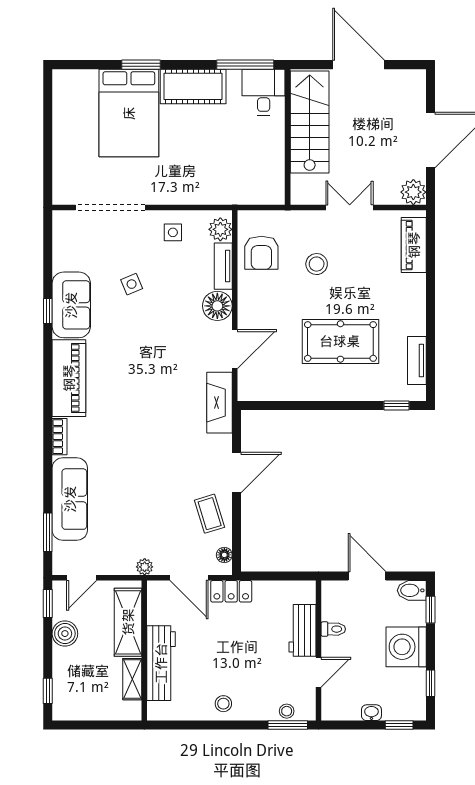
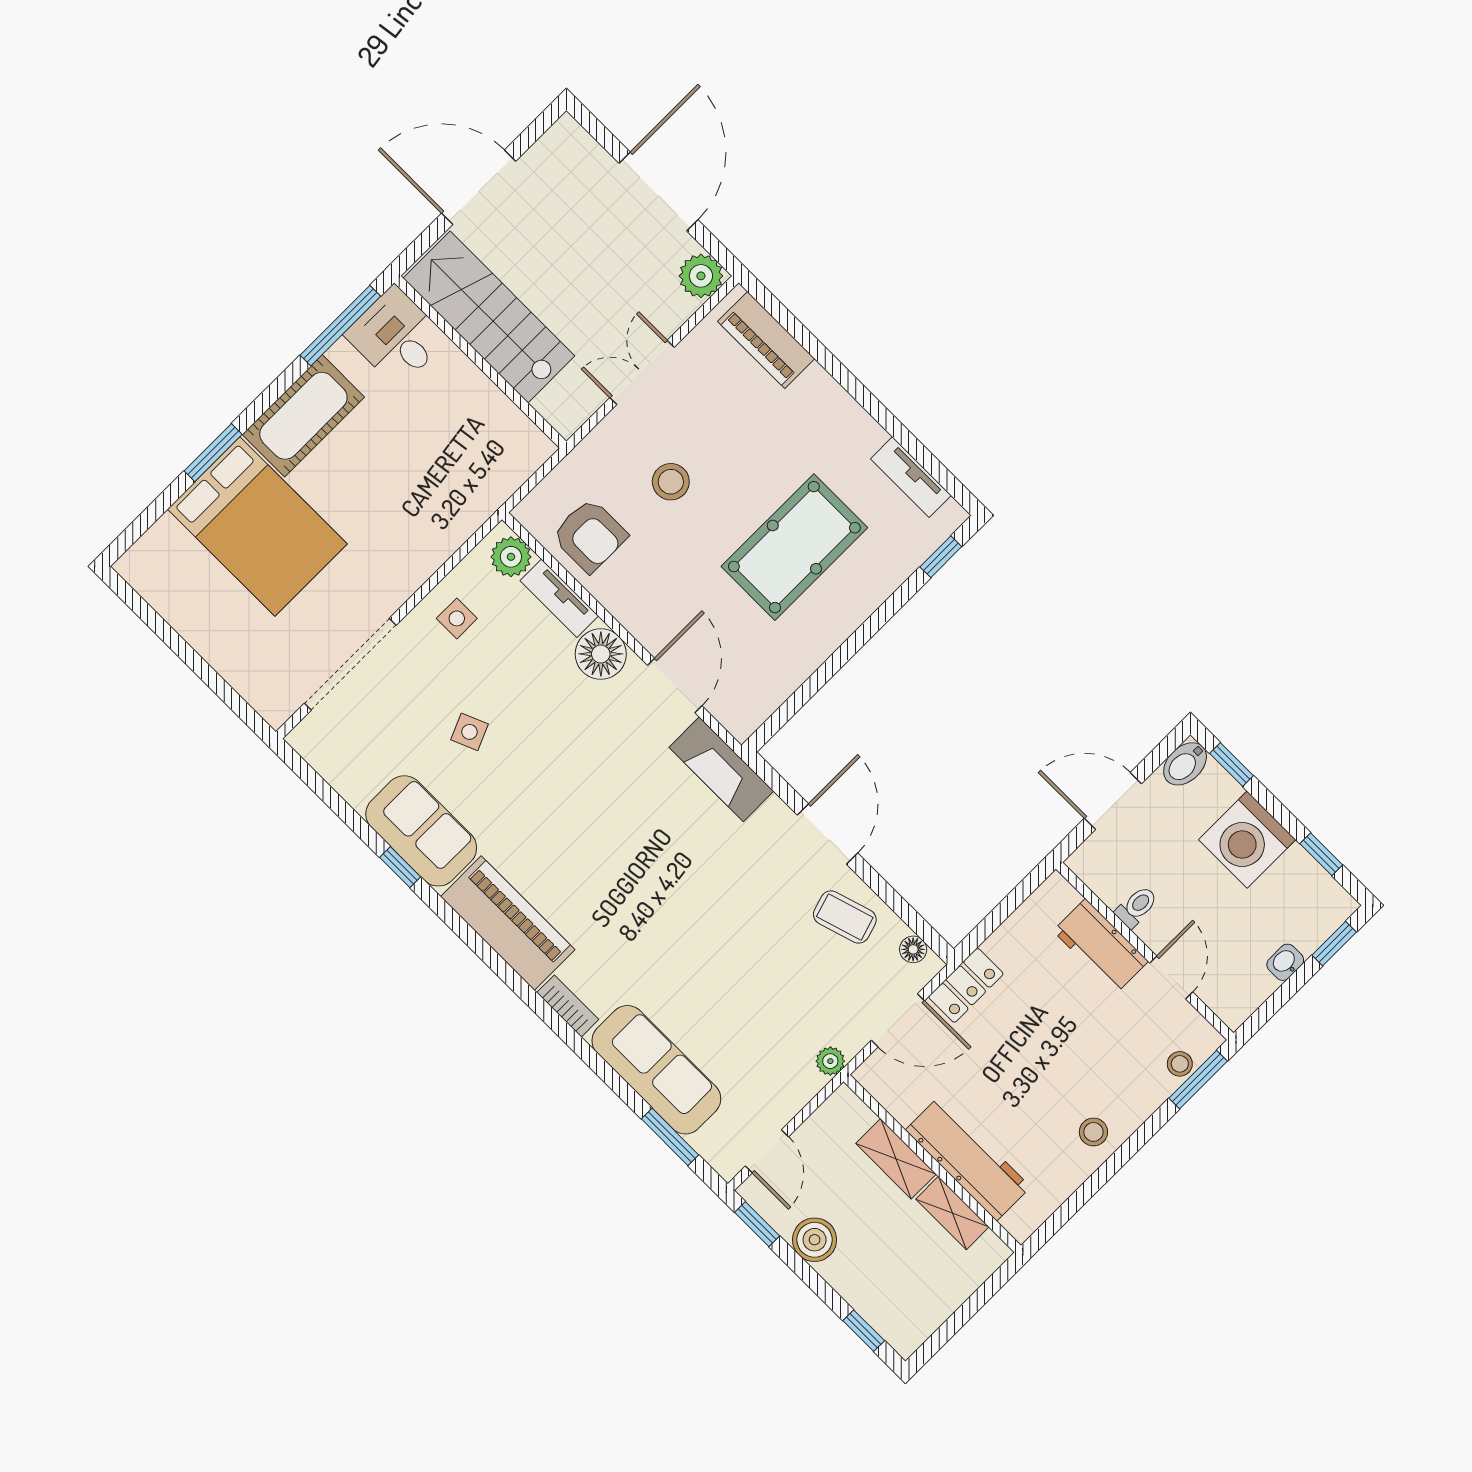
shelving: (128, 622) -> (896, 1159), width x0.67, depth x0.75

